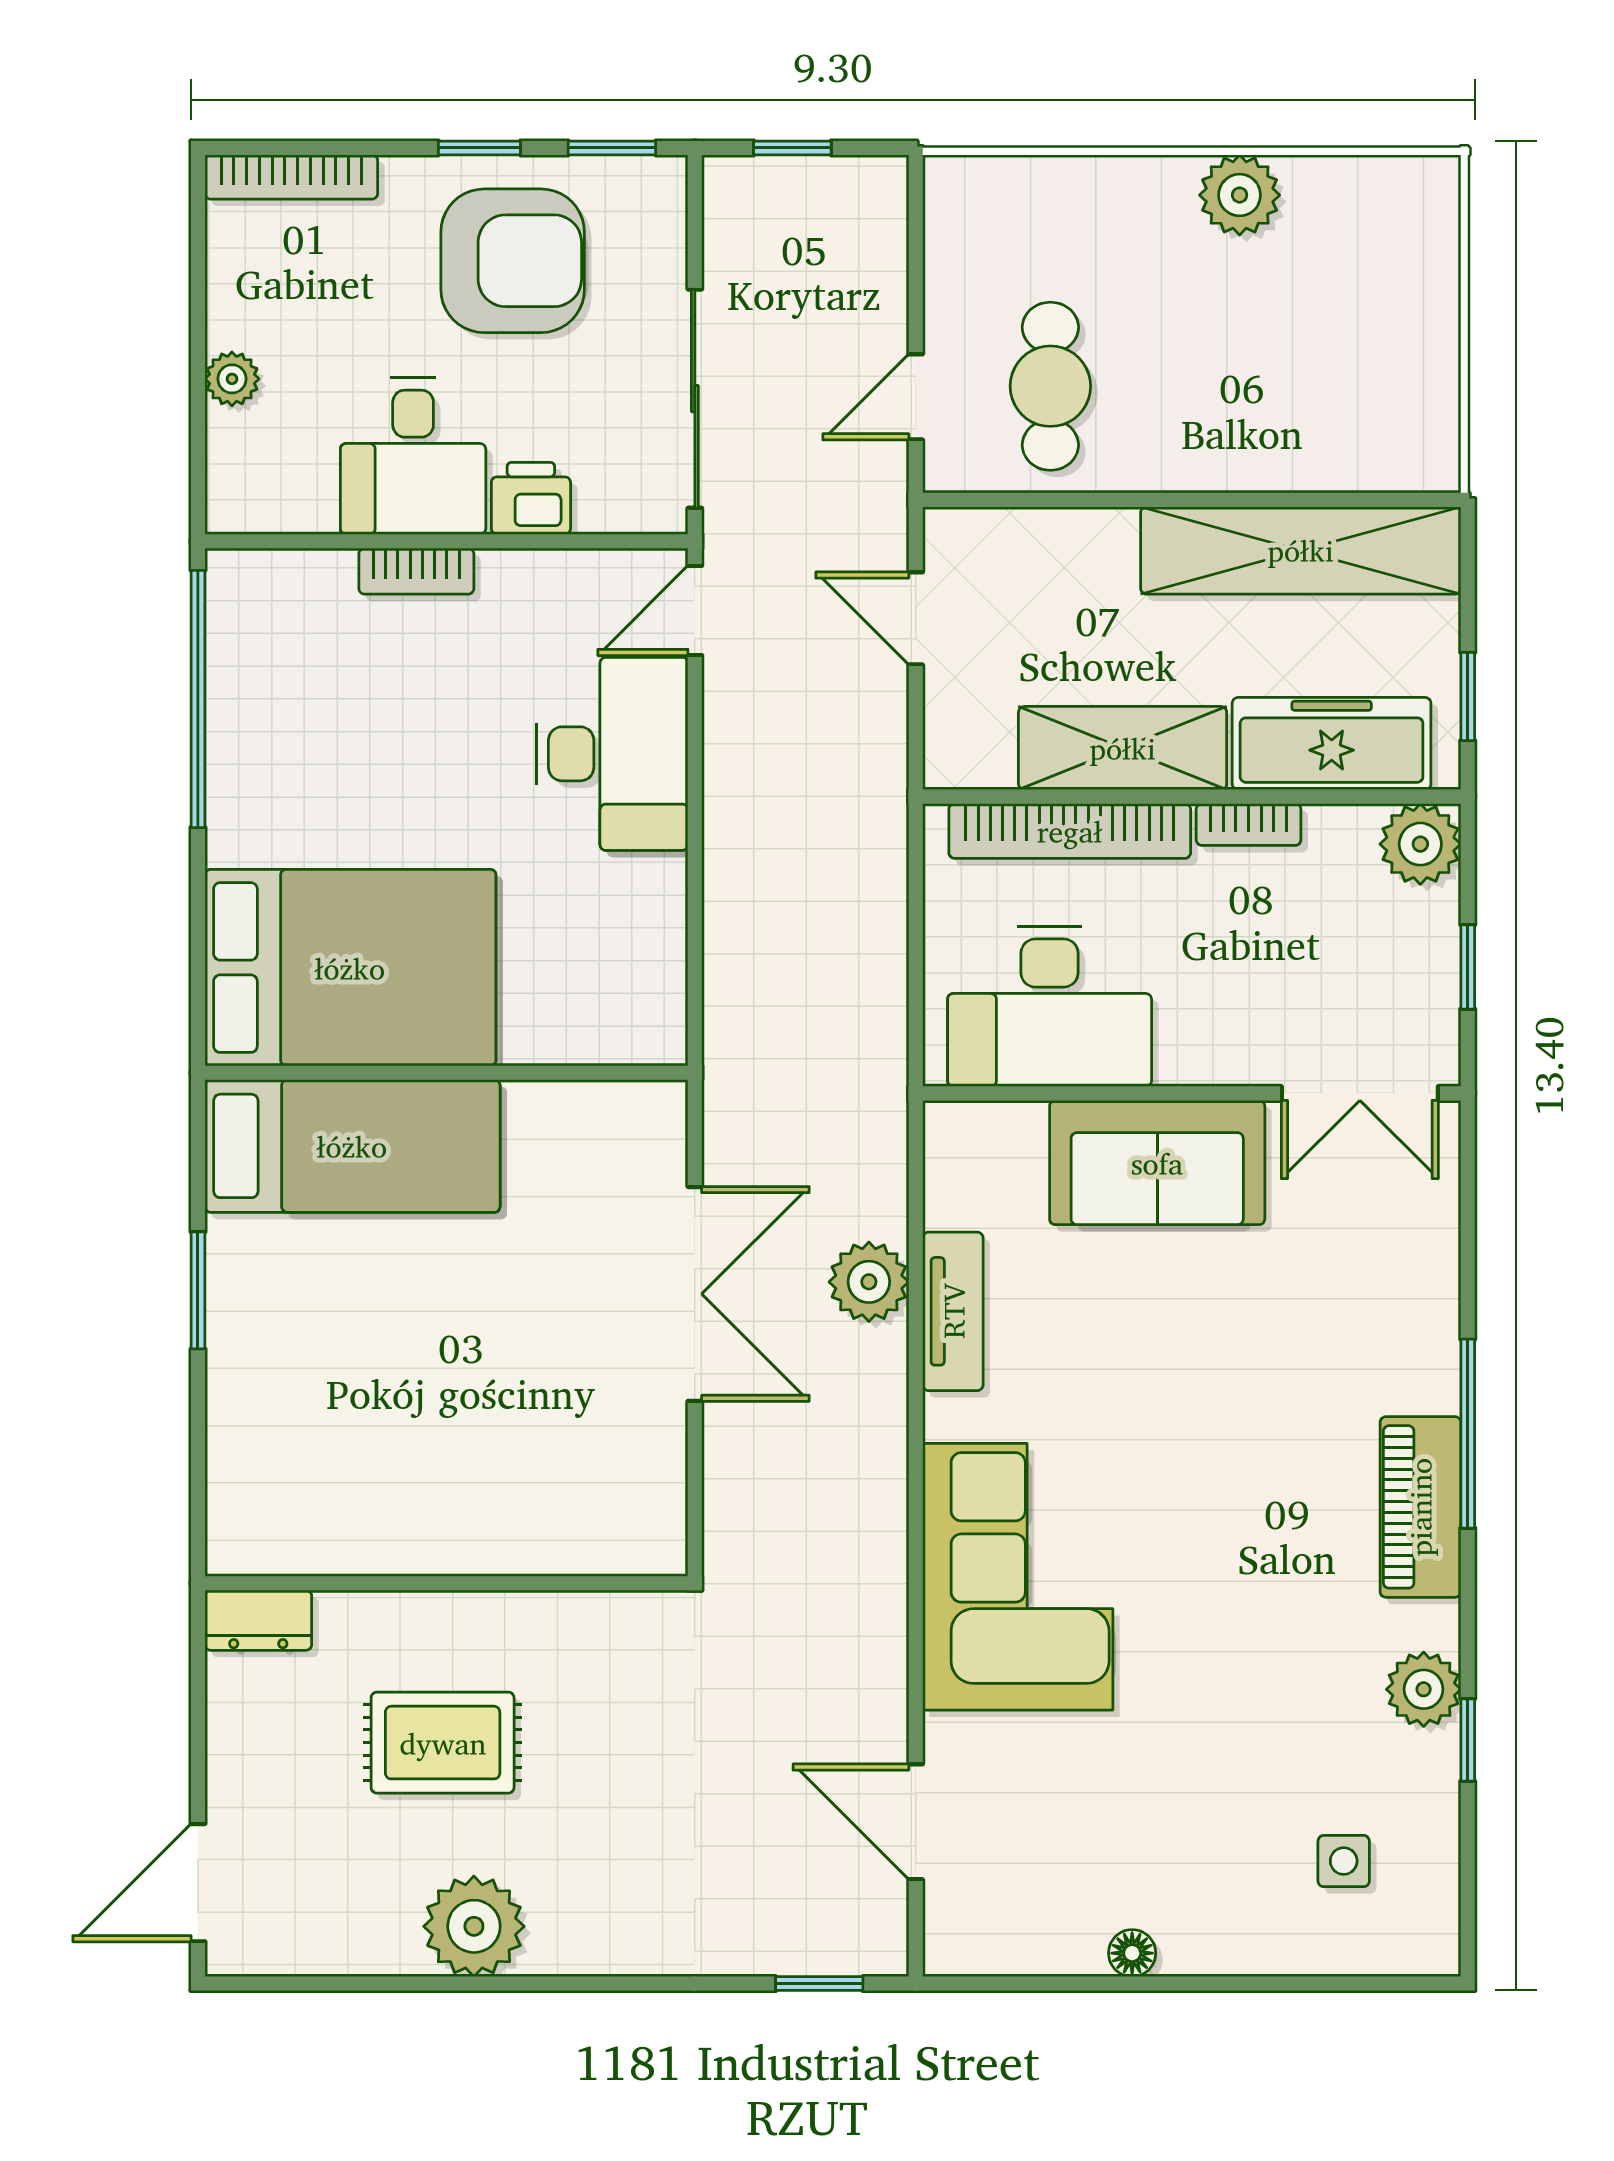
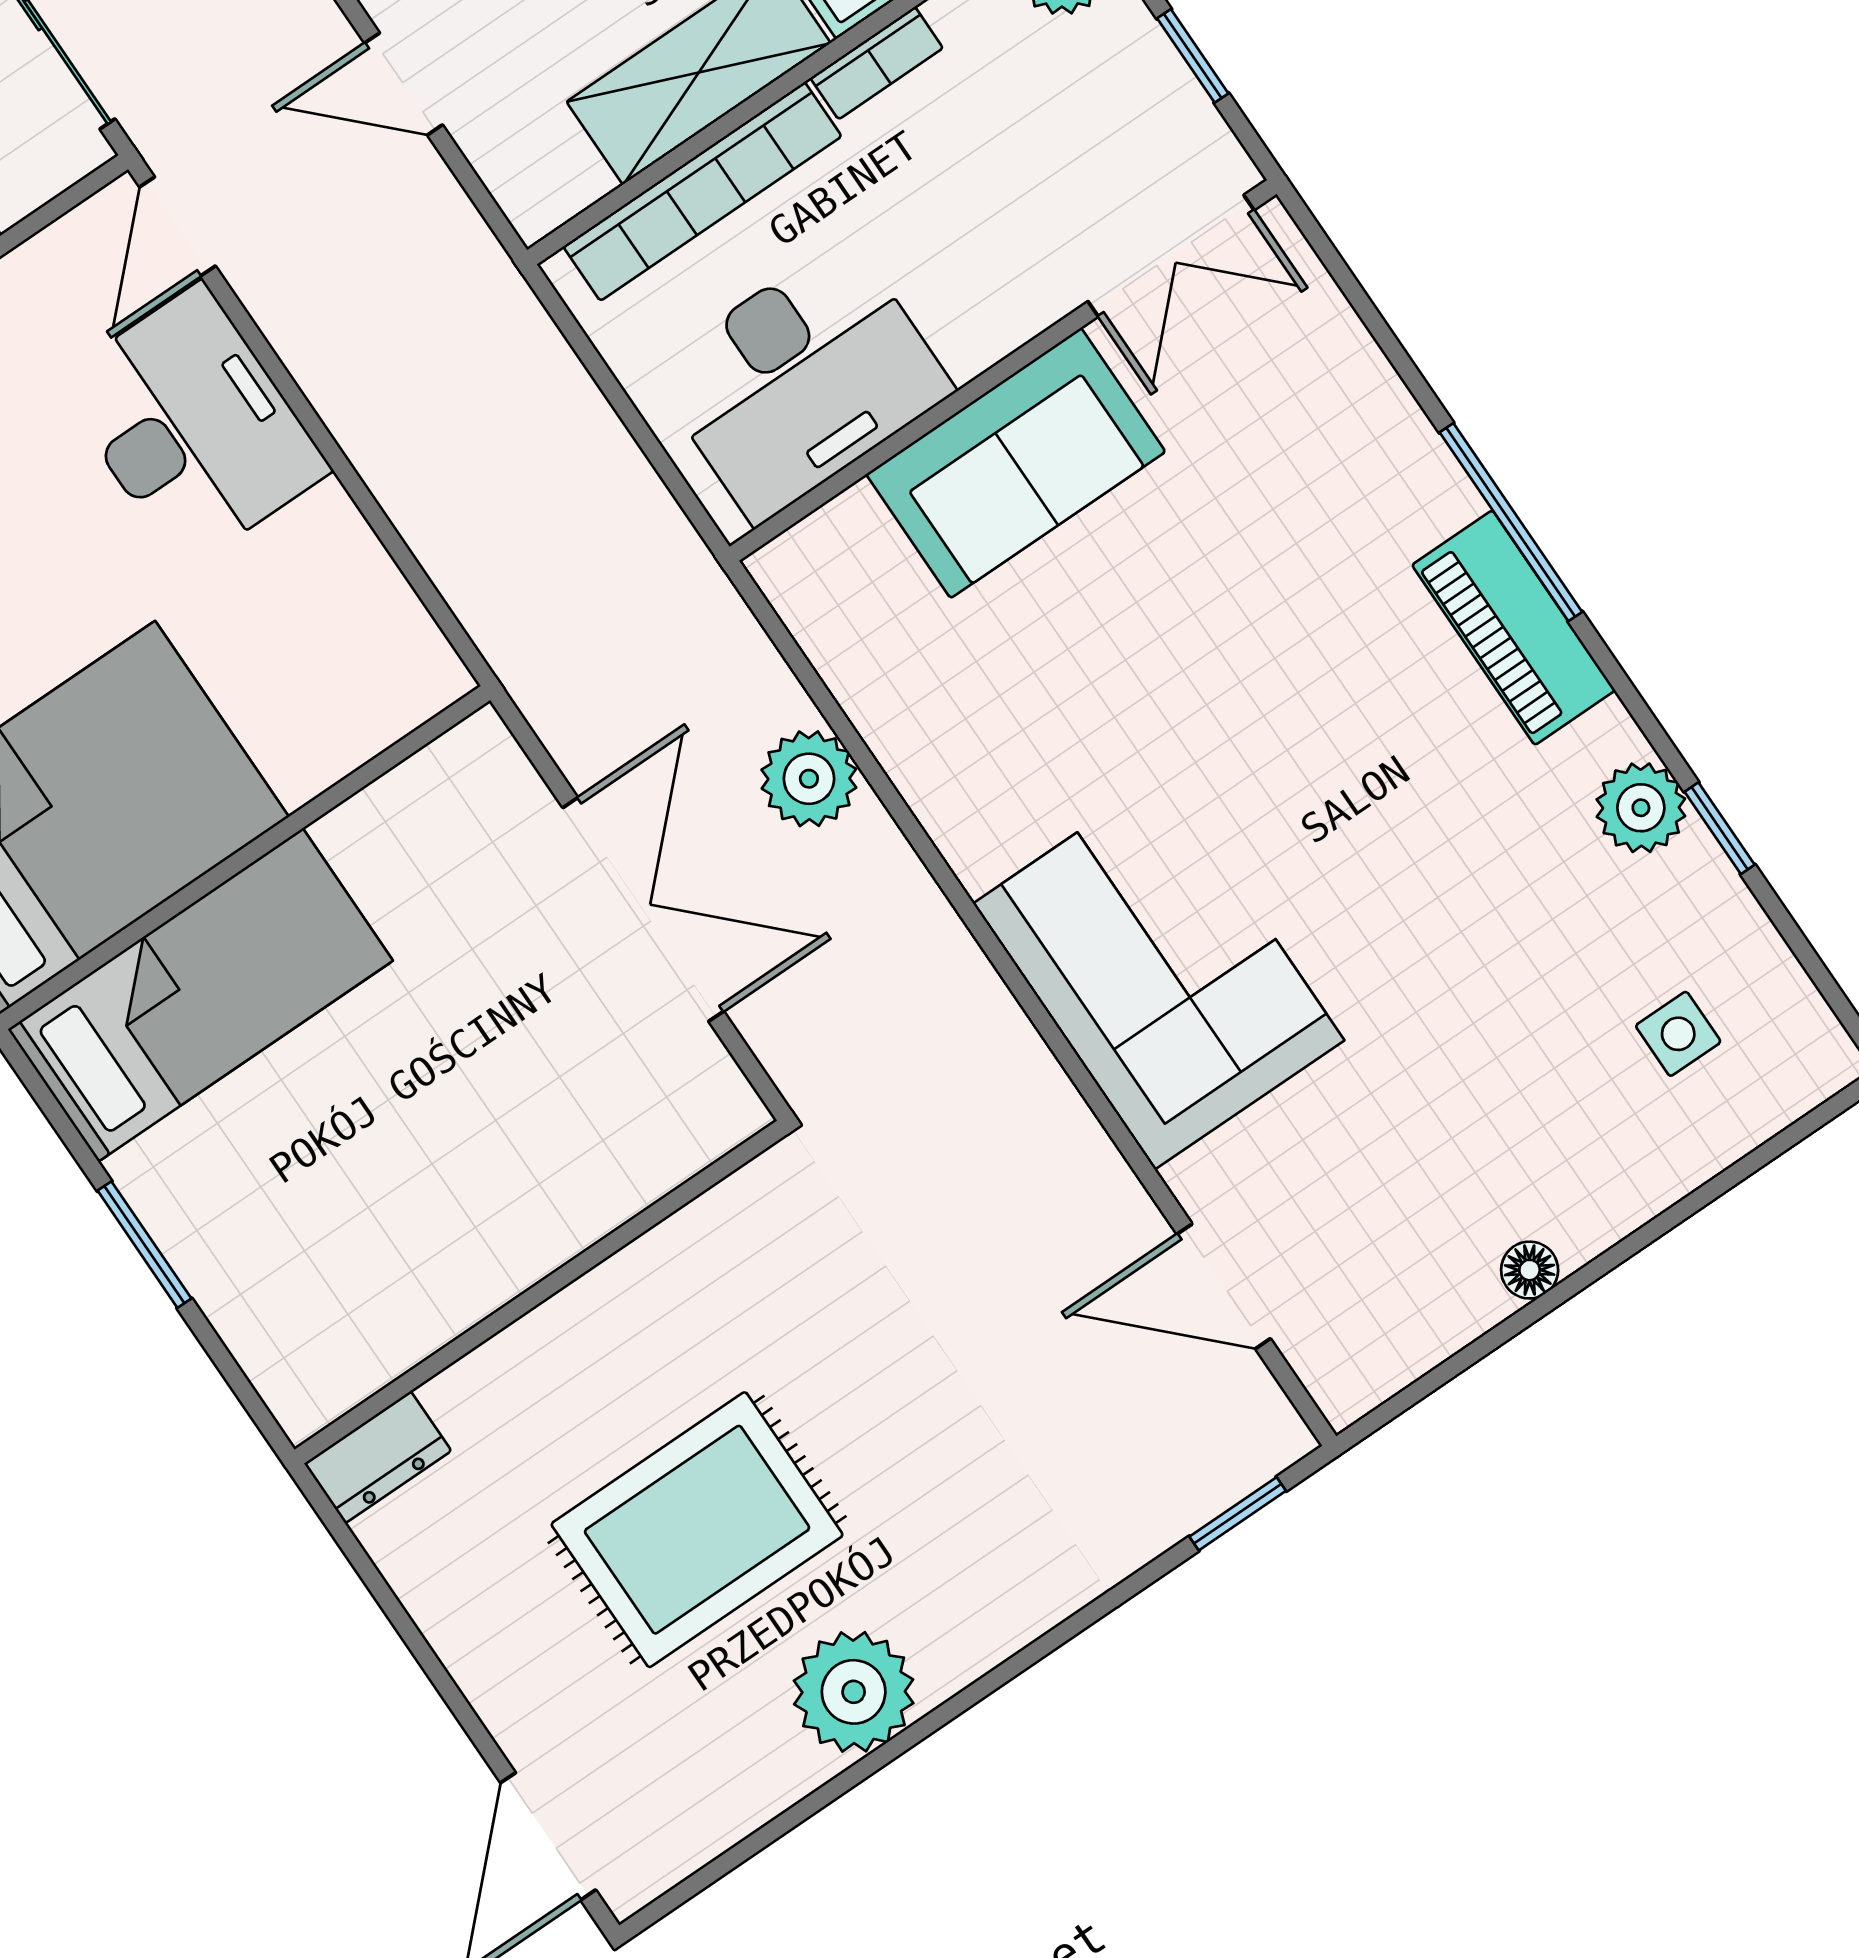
tv unit: (953, 1311) -> (913, 751), removed
wall: (446, 1583) -> (541, 1292), moved
dresser: (258, 1620) -> (378, 1457), moved
rug: (443, 1743) -> (697, 1530), width x1.36, depth x1.43

